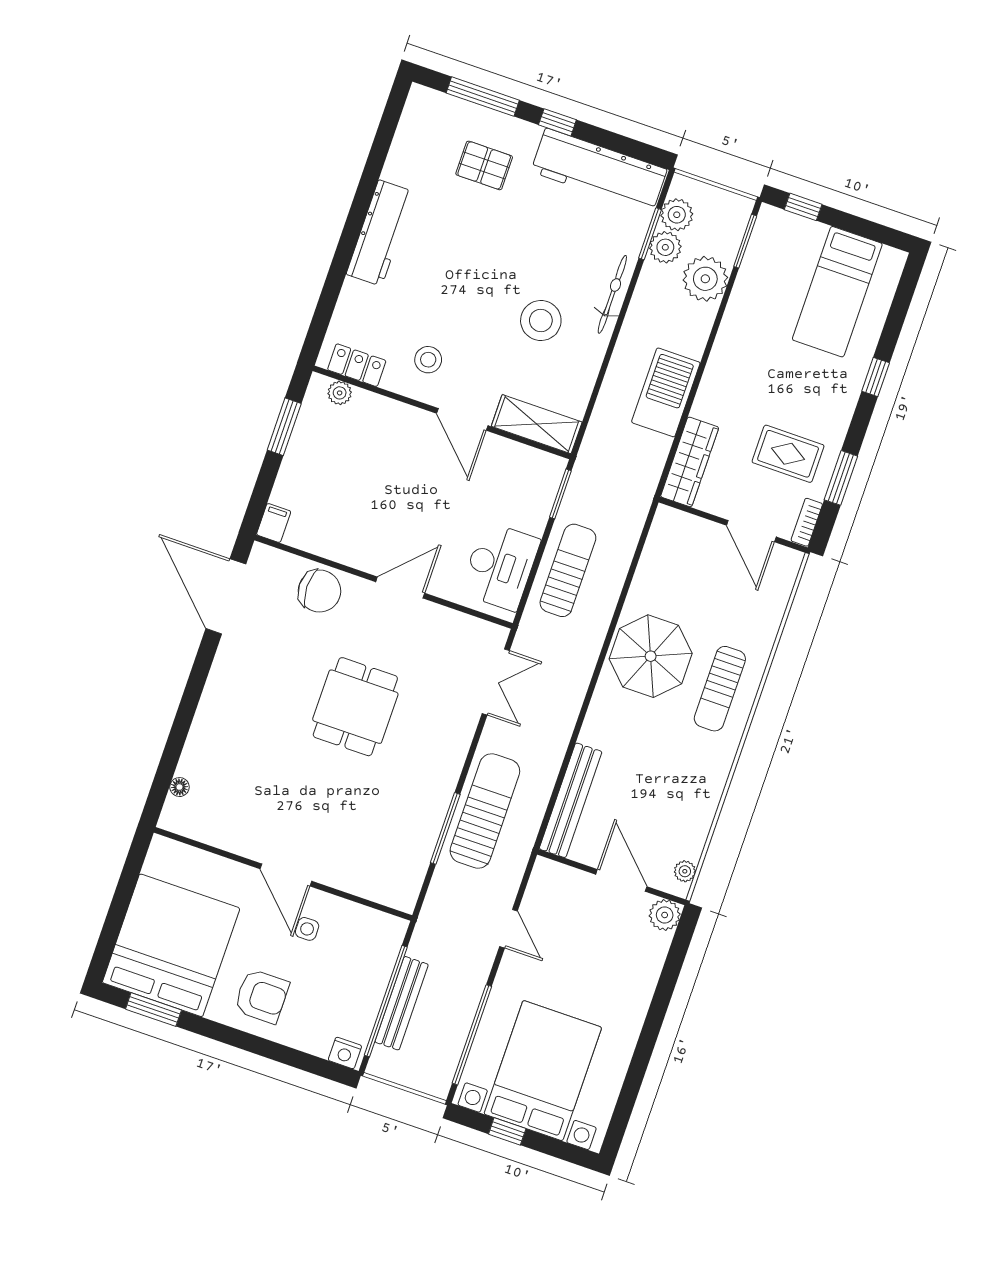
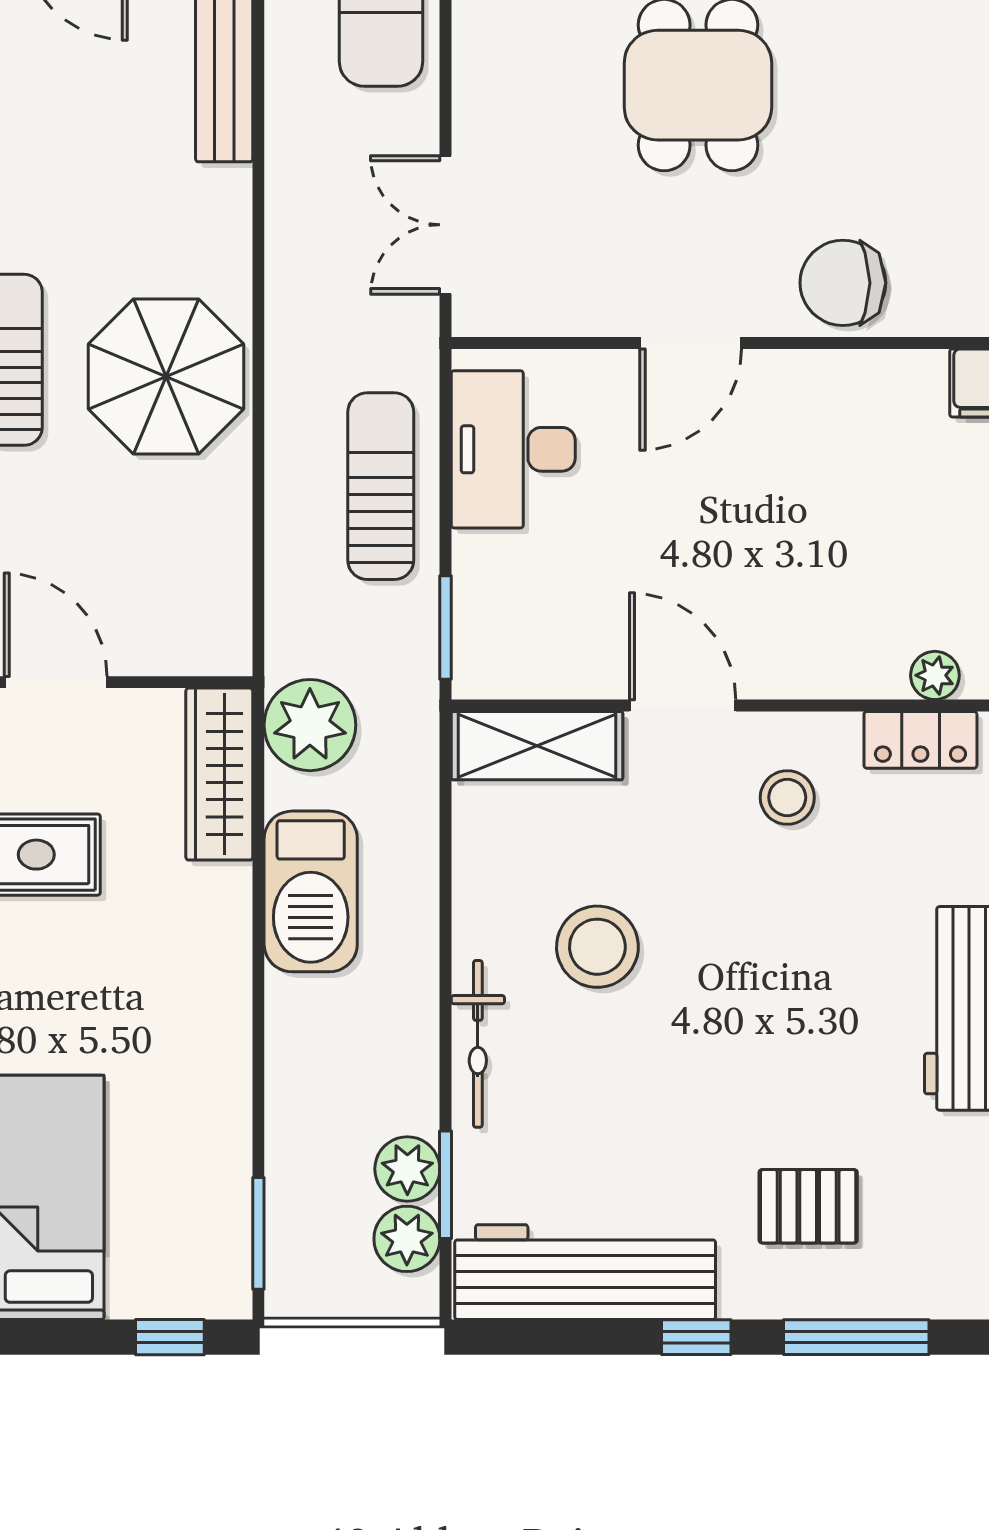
plant: (705, 279) -> (310, 725), moved
sun lounger: (568, 570) -> (381, 486), turned 180

